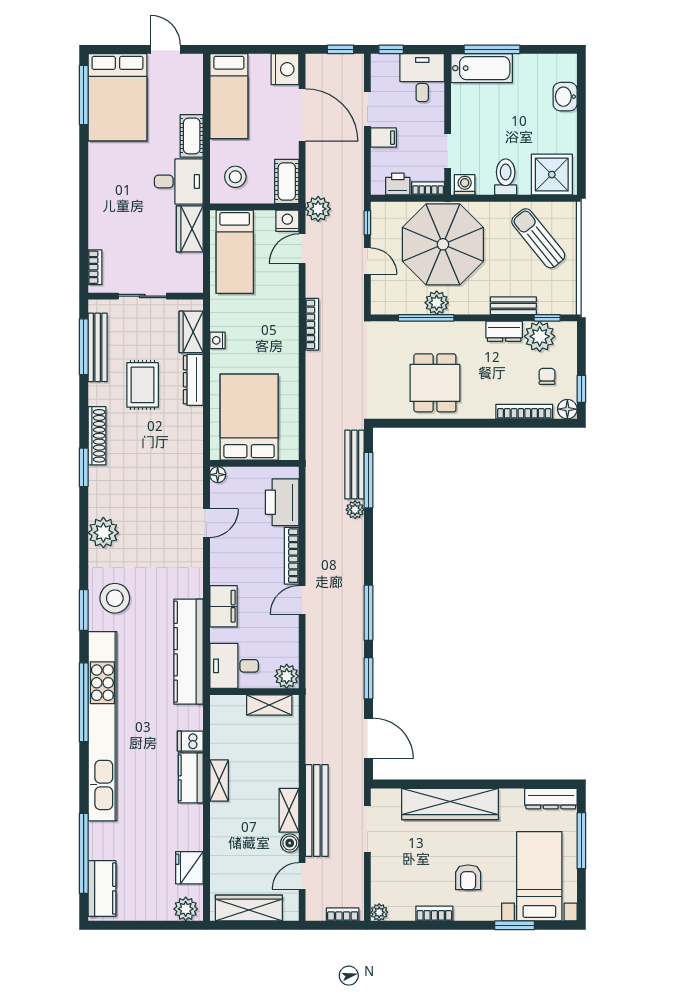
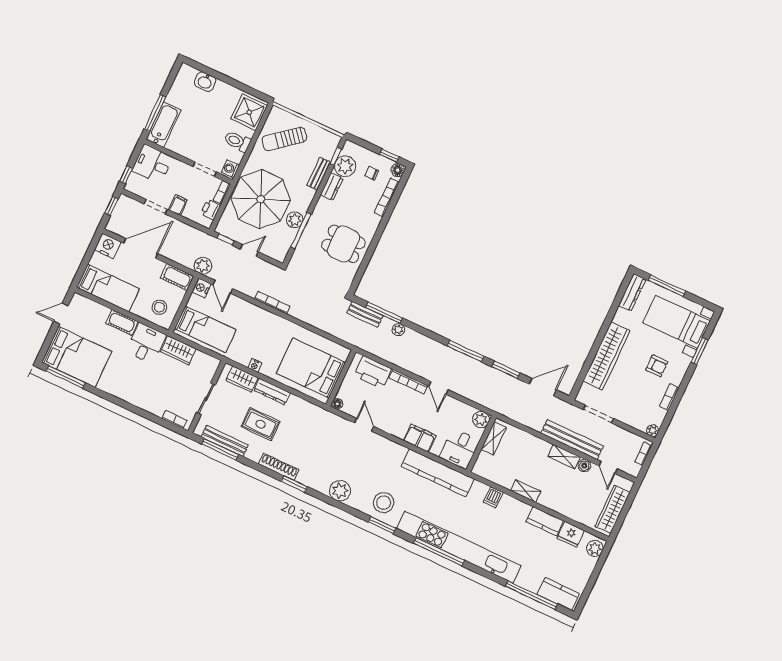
bench: (354, 465) -> (365, 314), width x0.73
kitchen counter: (191, 778) -> (545, 521), moved

